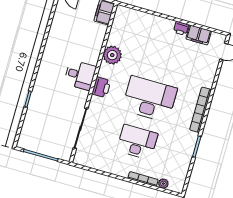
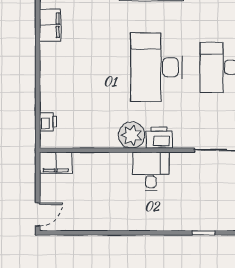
printer: (181, 28) -> (48, 122), moved
plant: (112, 55) -> (132, 135), moved

